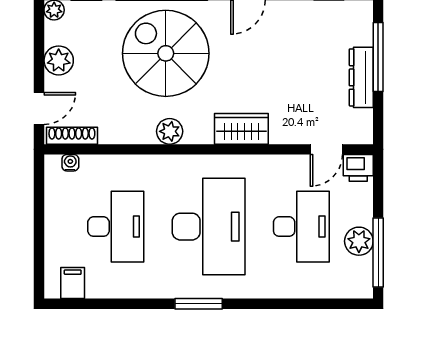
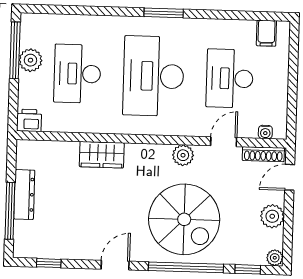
wardrobe: (241, 129) -> (102, 155), moved
door: (326, 149) -> (224, 142), moved

